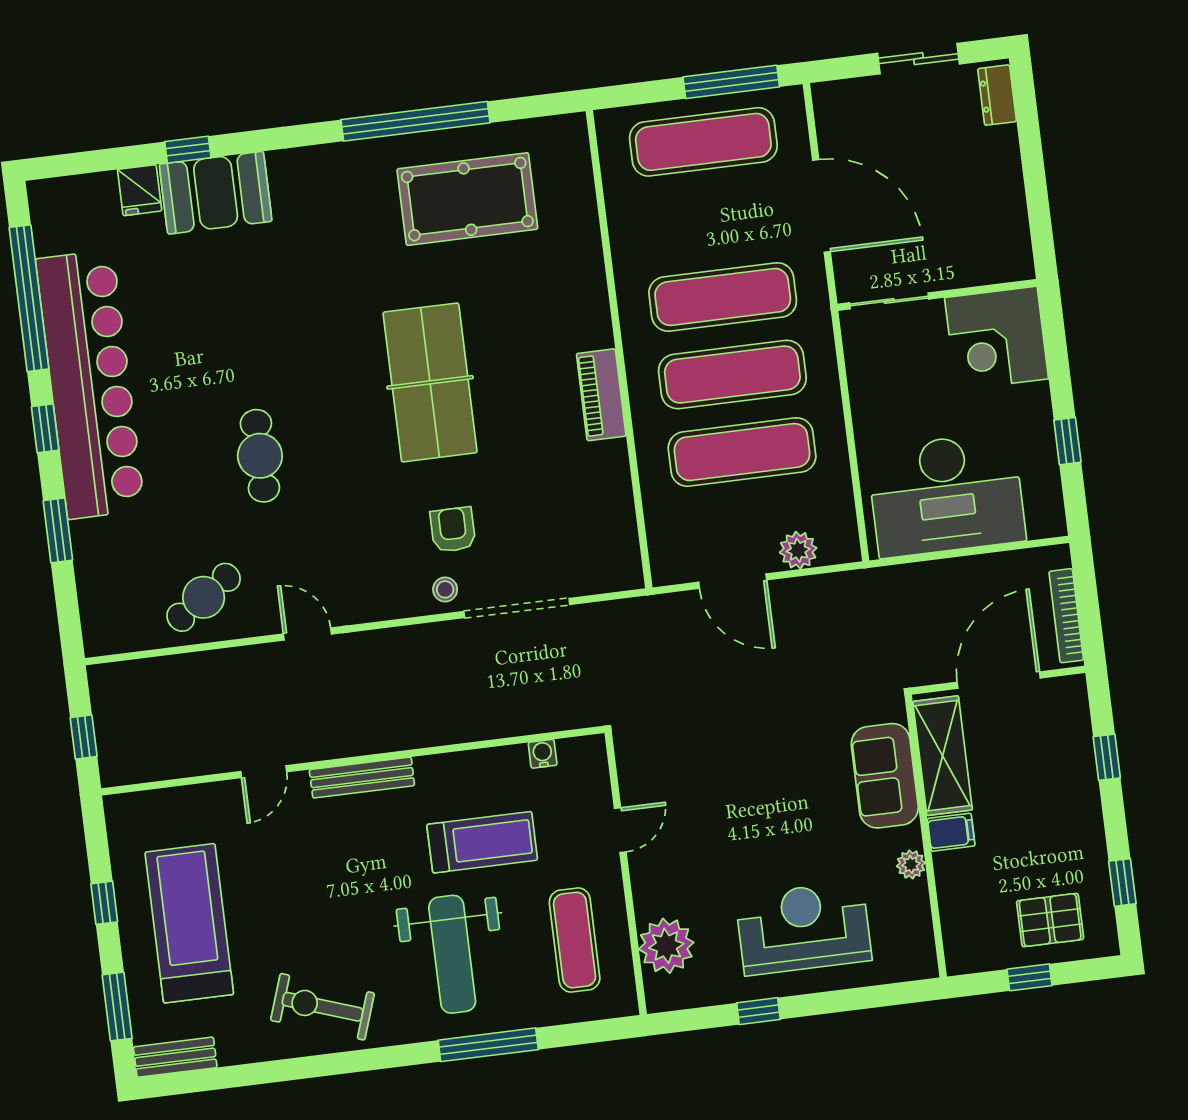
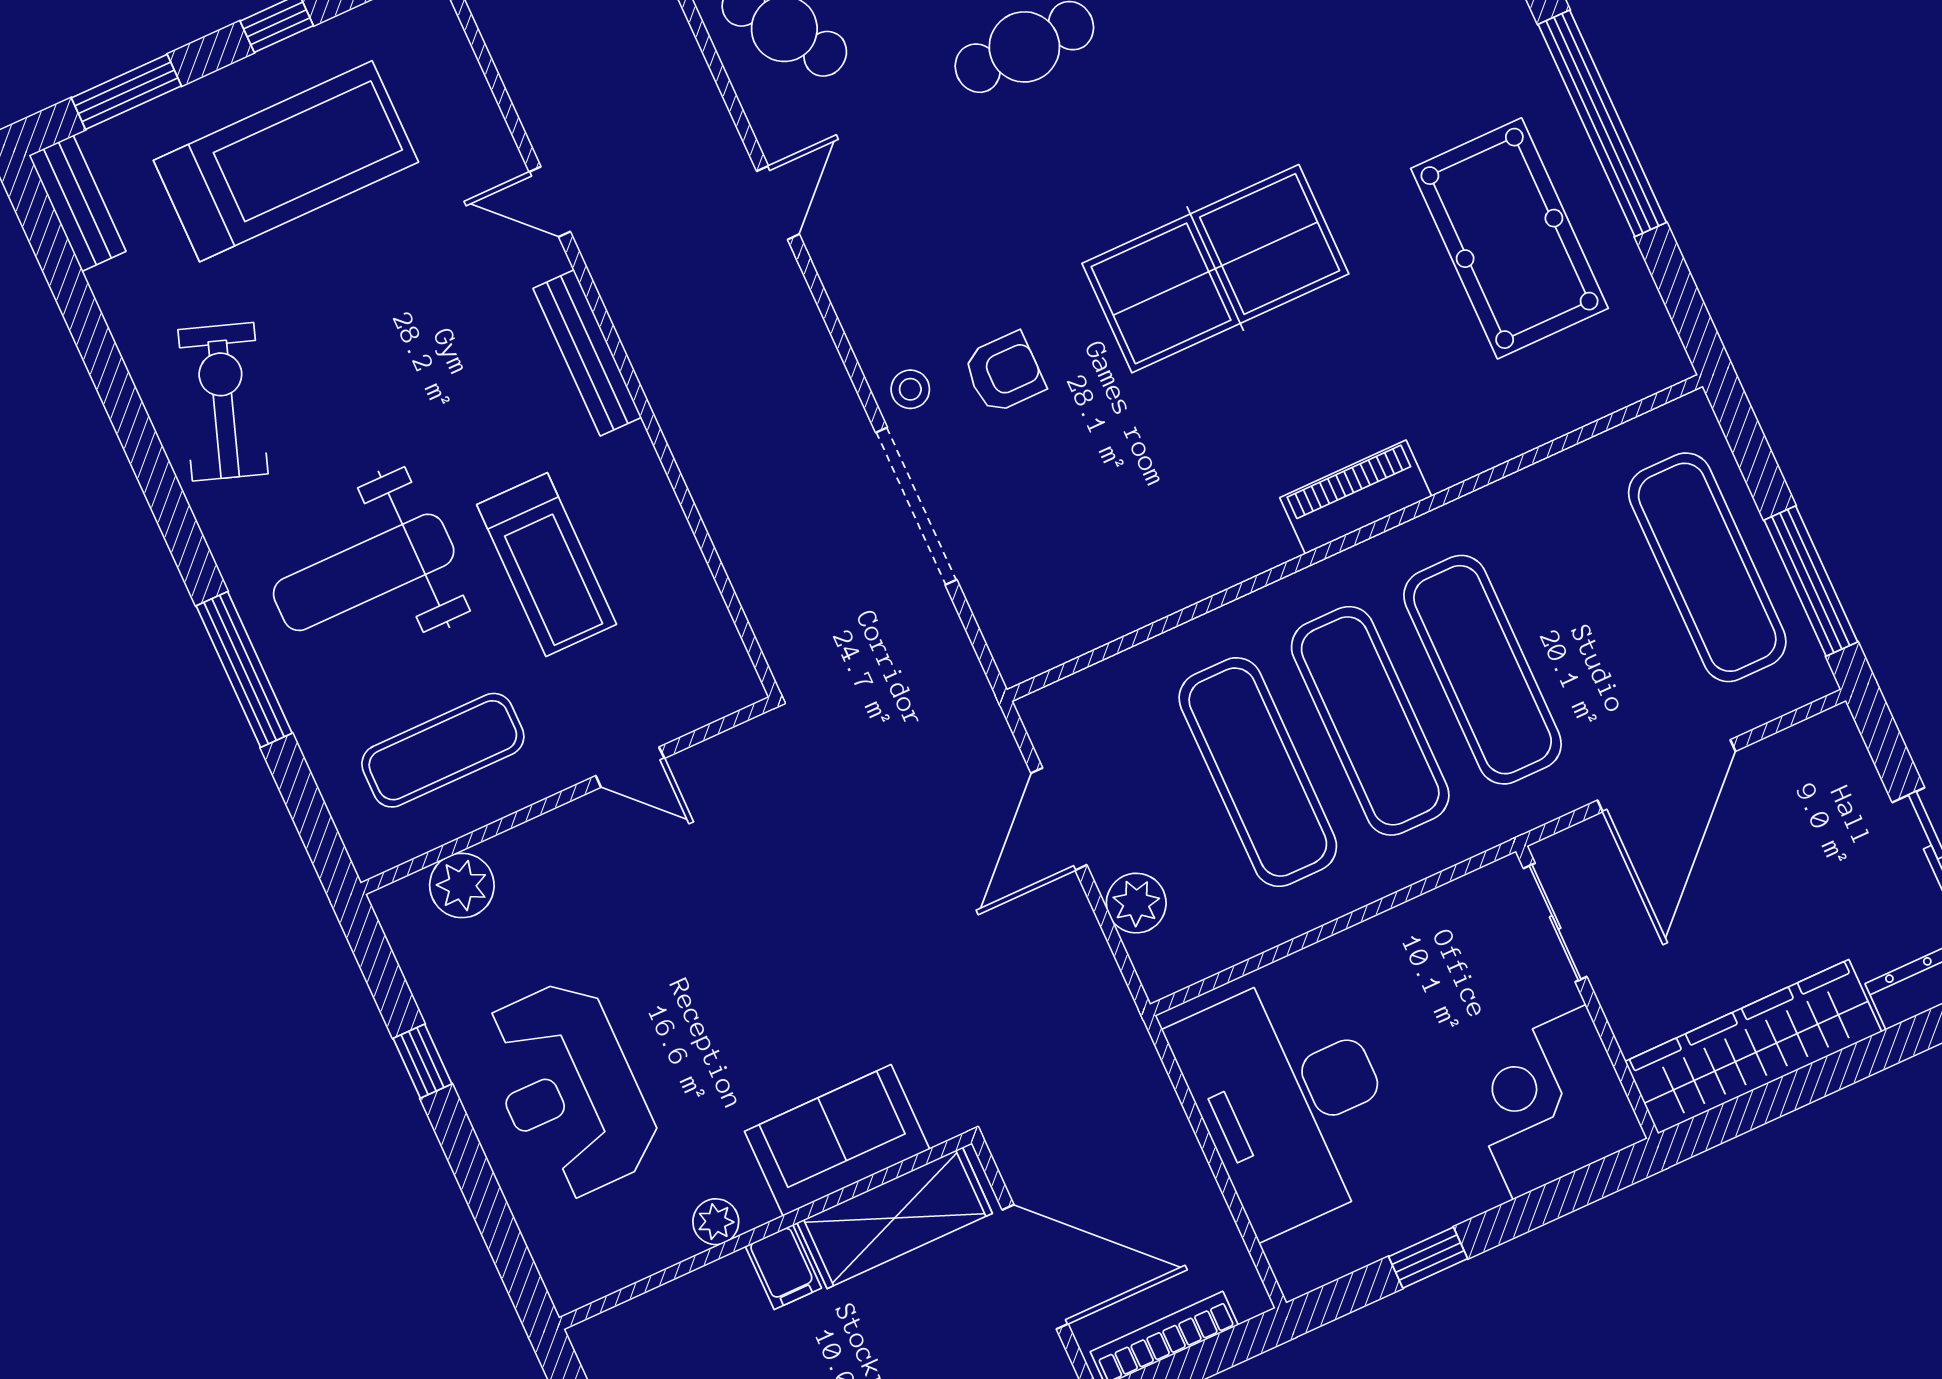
wardrobe: (1002, 205) -> (1753, 1047), added
piano: (601, 395) -> (1356, 497), moved
water cooler: (543, 754) -> (709, 614), removed
reception desk: (803, 928) -> (569, 1090), turned 180
plant: (666, 946) -> (462, 885), width x0.73, depth x0.73

